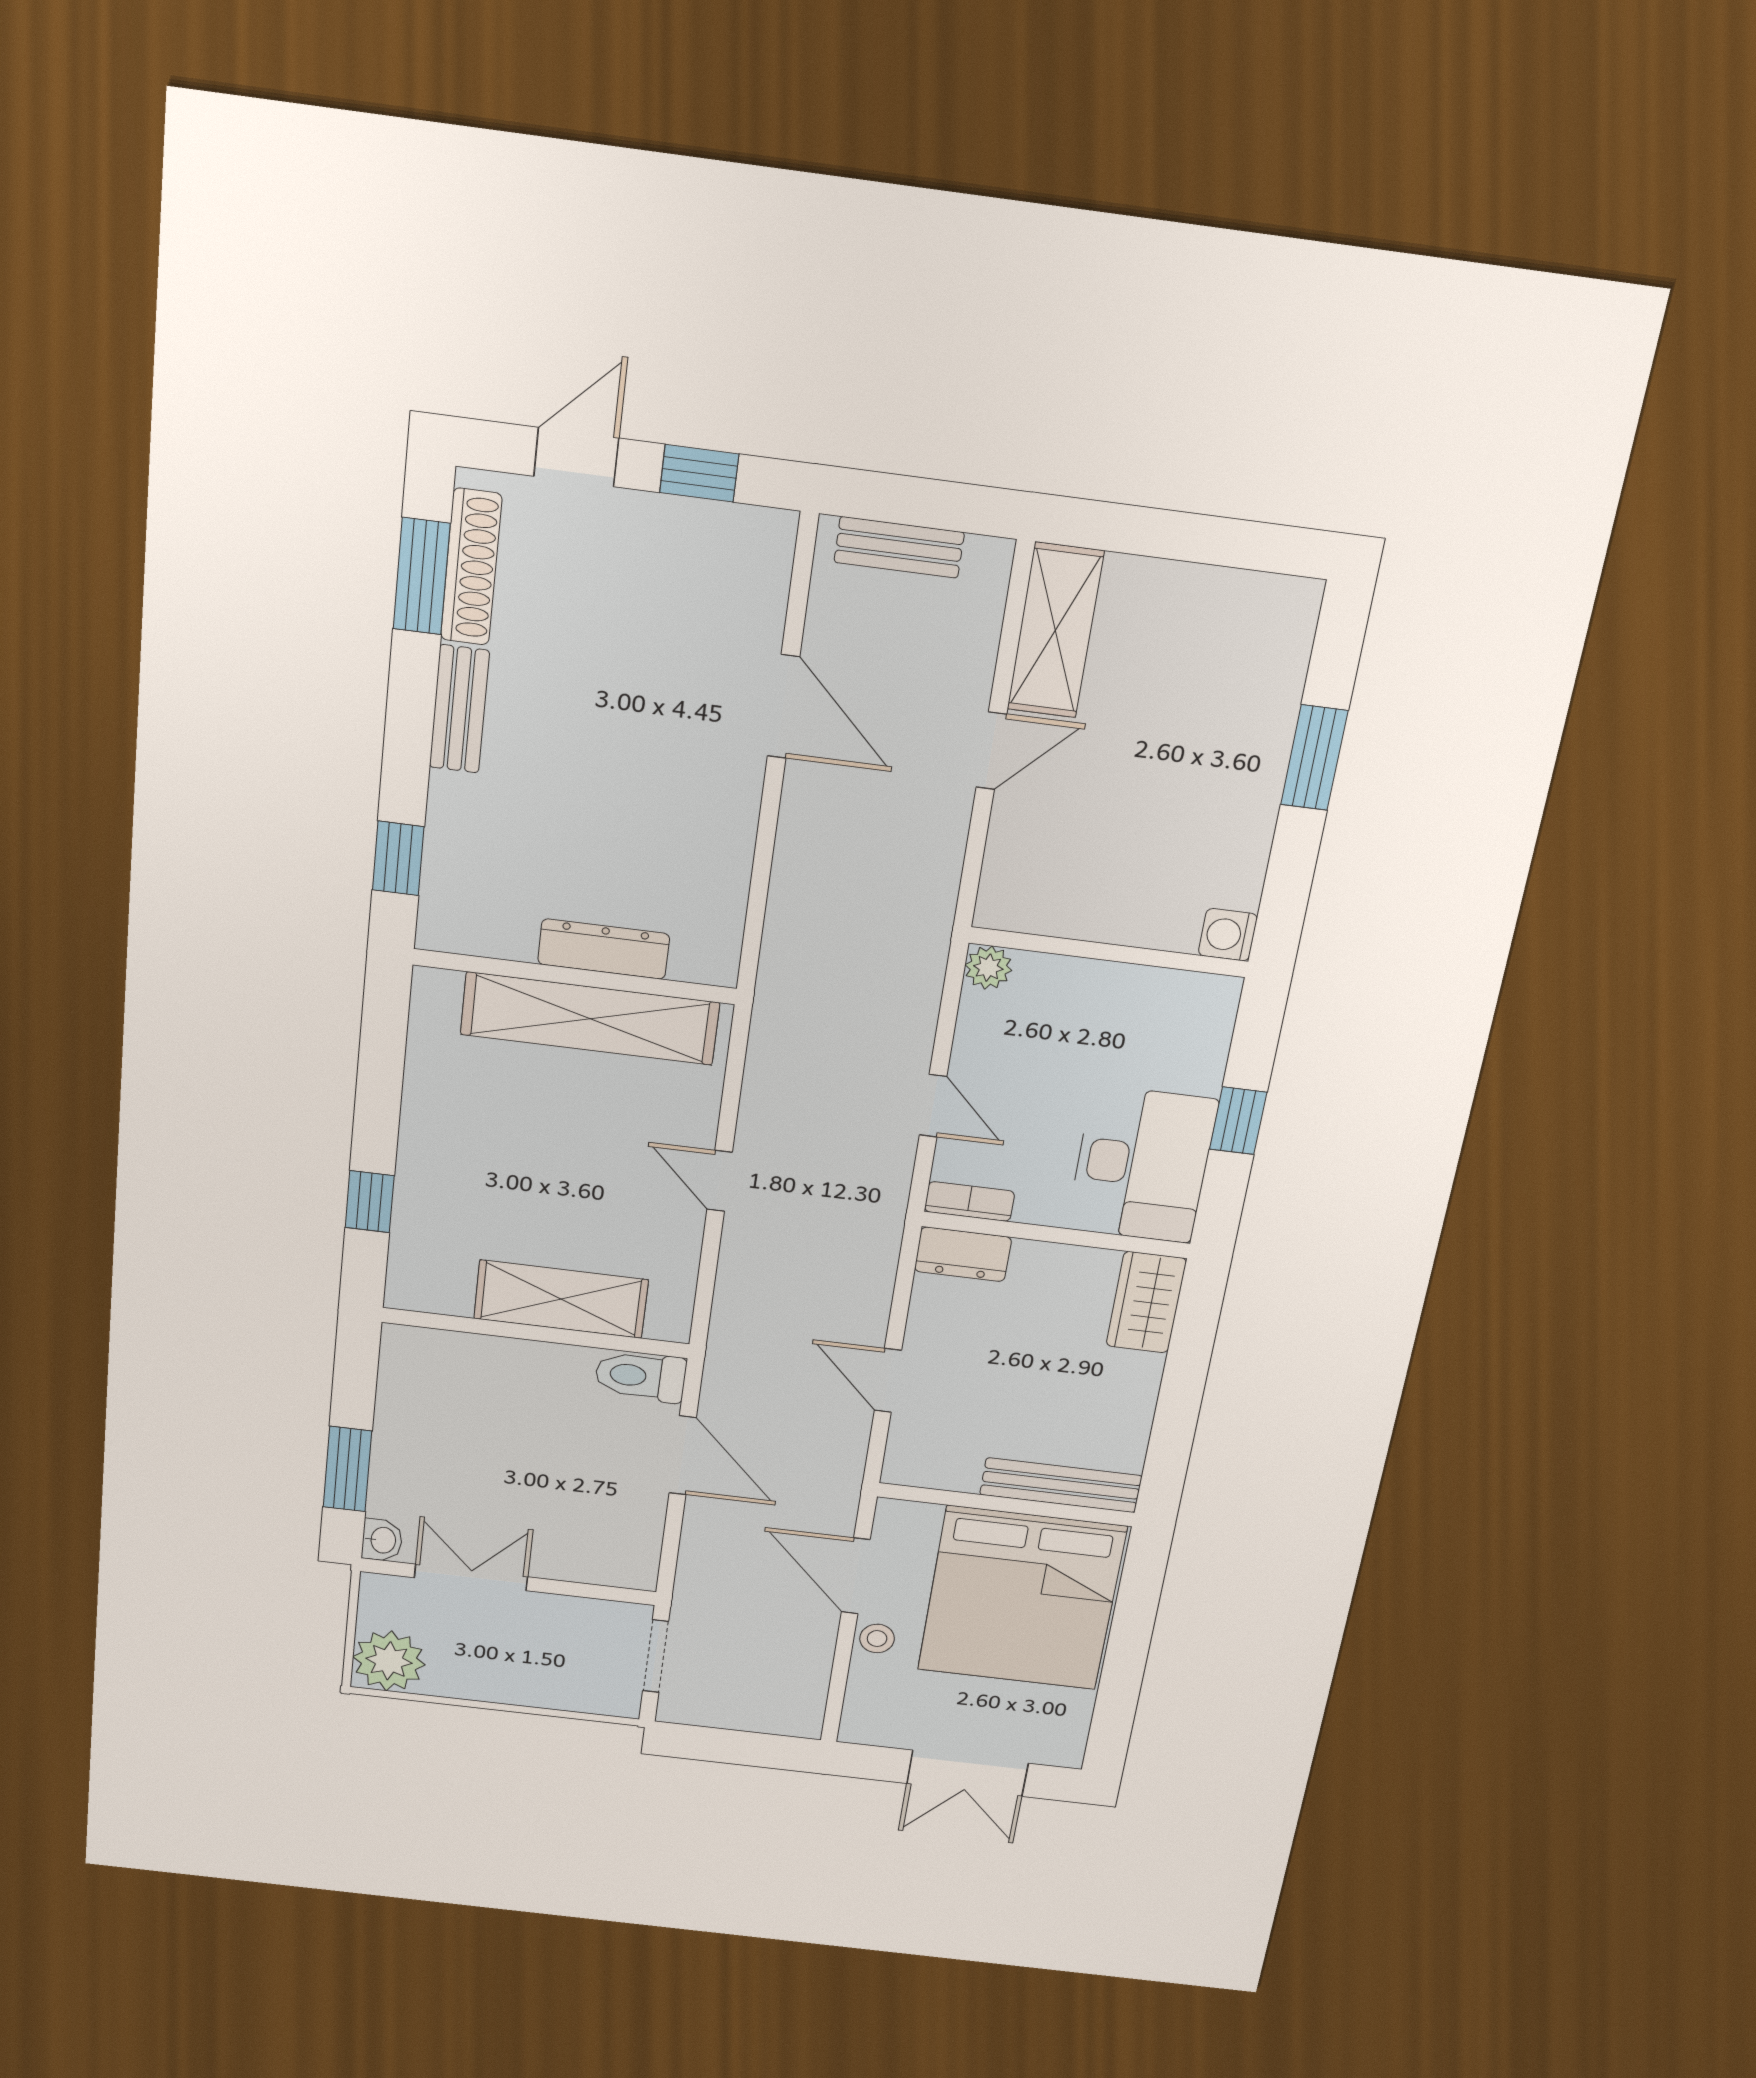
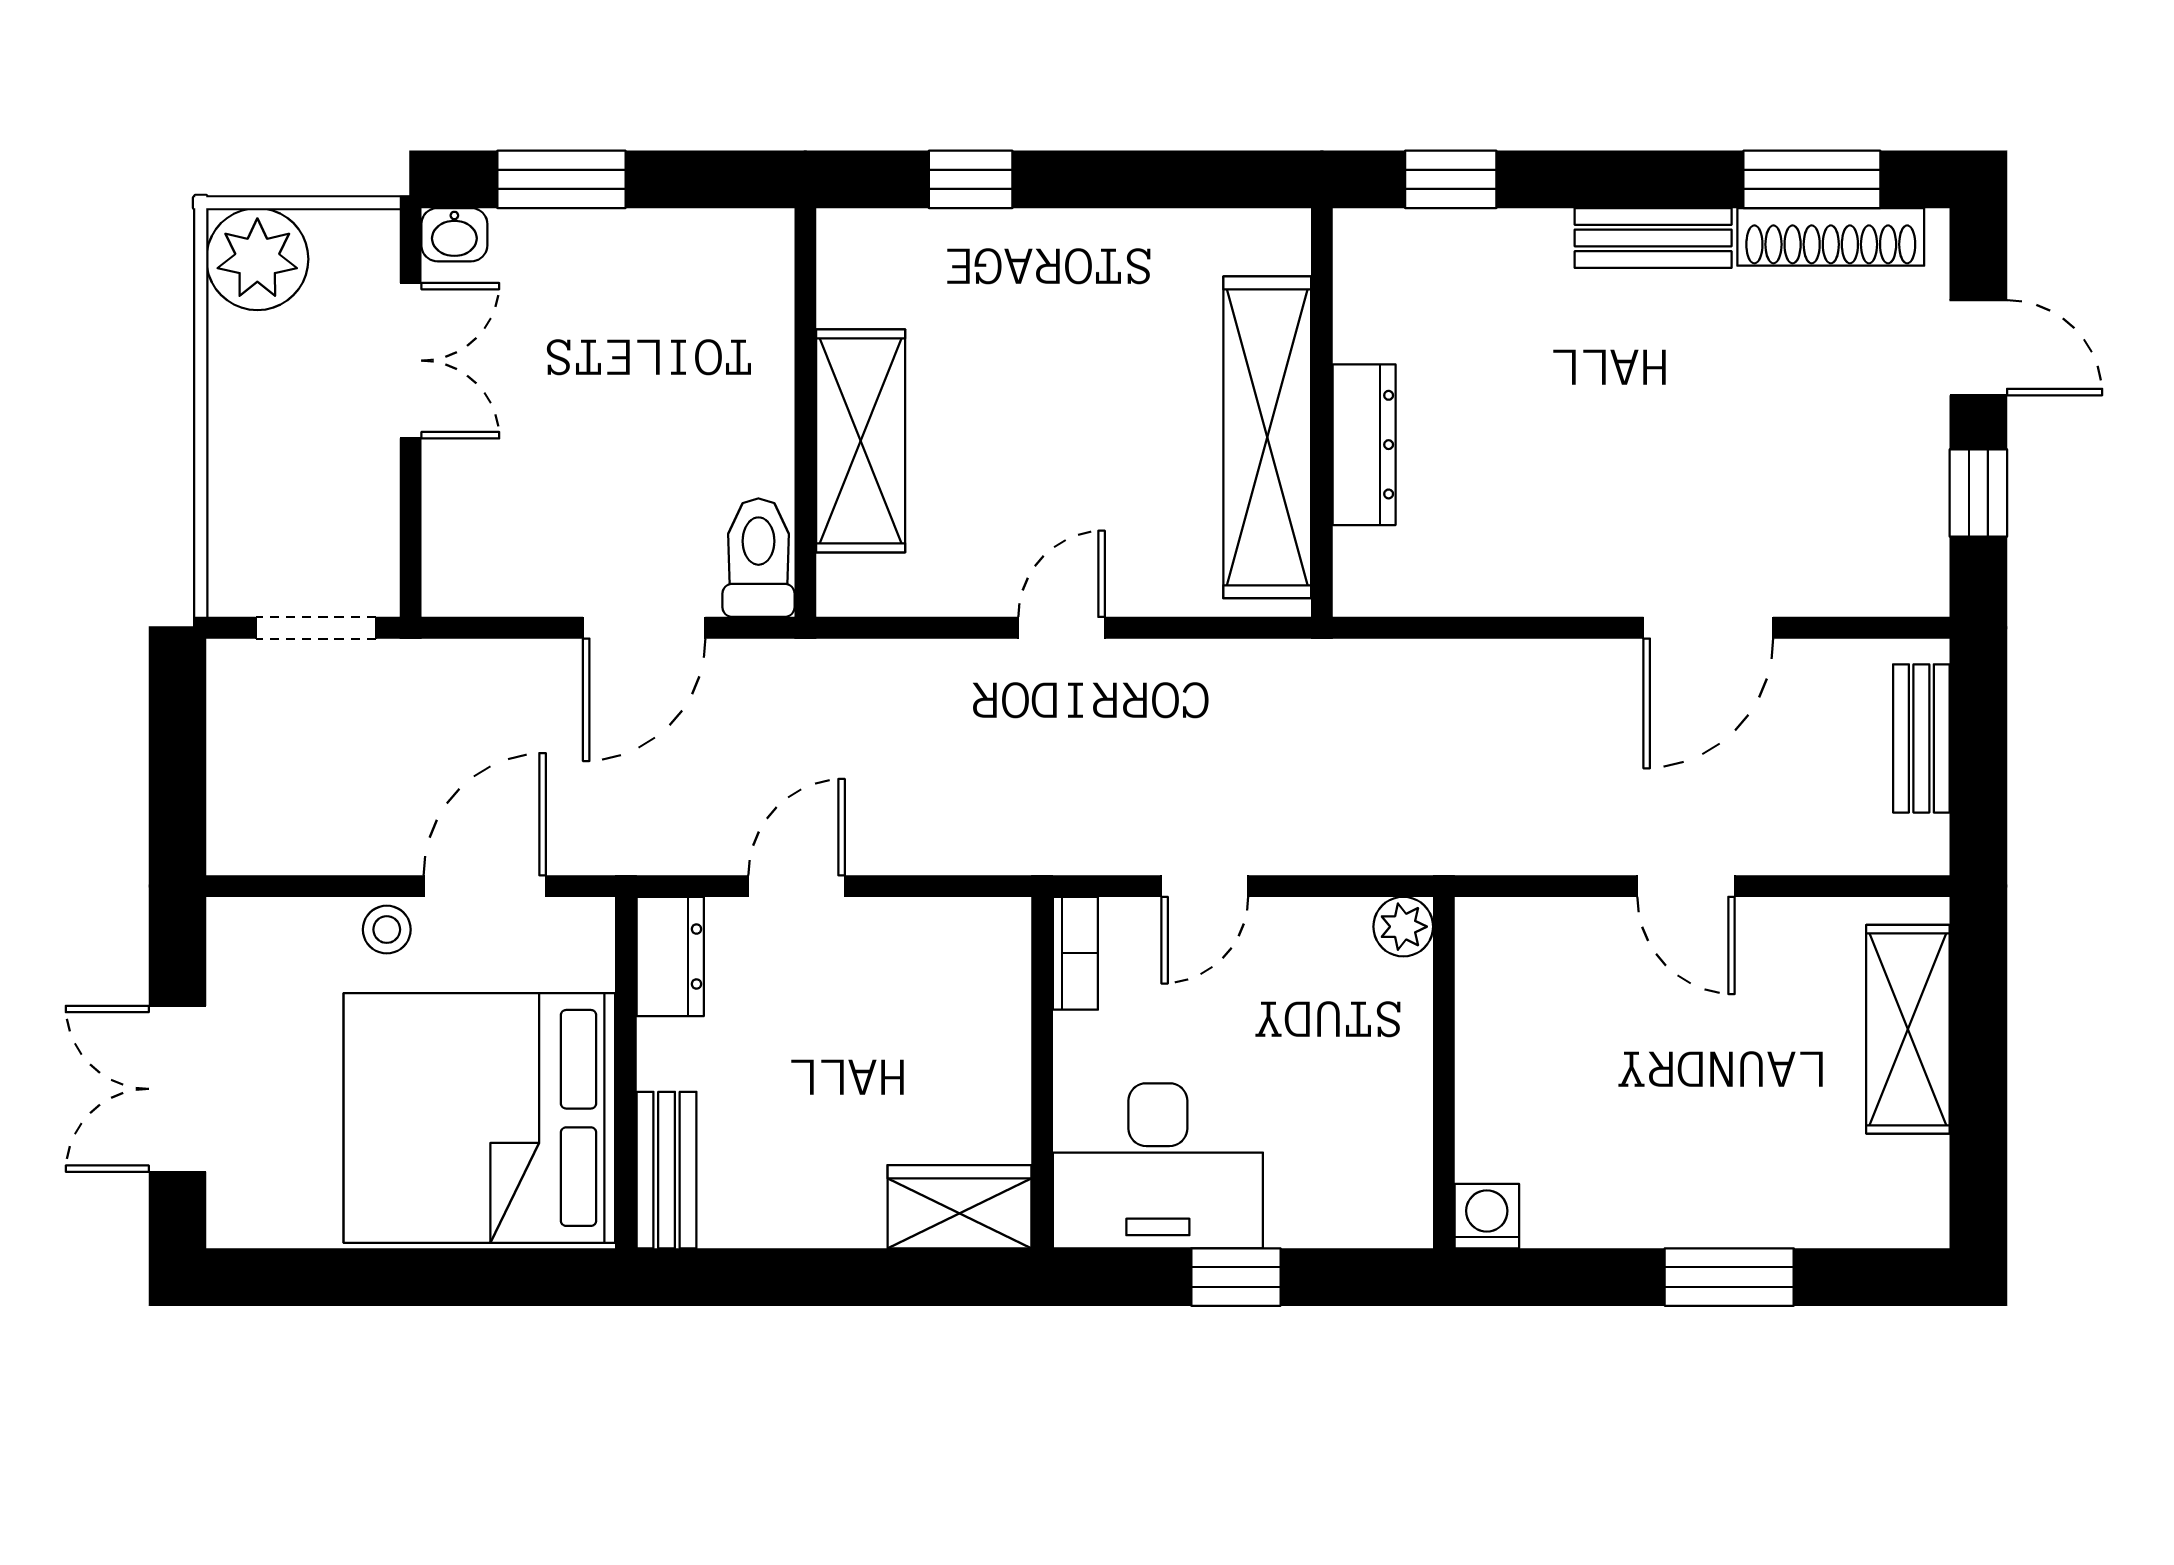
shelving: (1055, 631) -> (1908, 1029), moved, turned 90
dresser: (963, 1254) -> (670, 957), moved, turned 180
bench: (1061, 1485) -> (667, 1170), width x0.73

